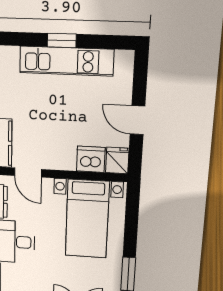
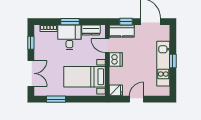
dishwasher: (91, 159) -> (116, 60), moved
door: (28, 172) -> (107, 46), hinge flipped

